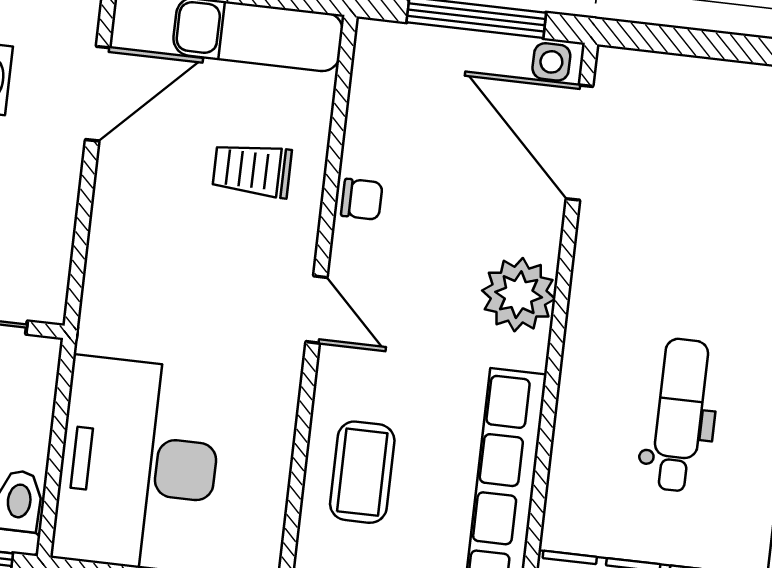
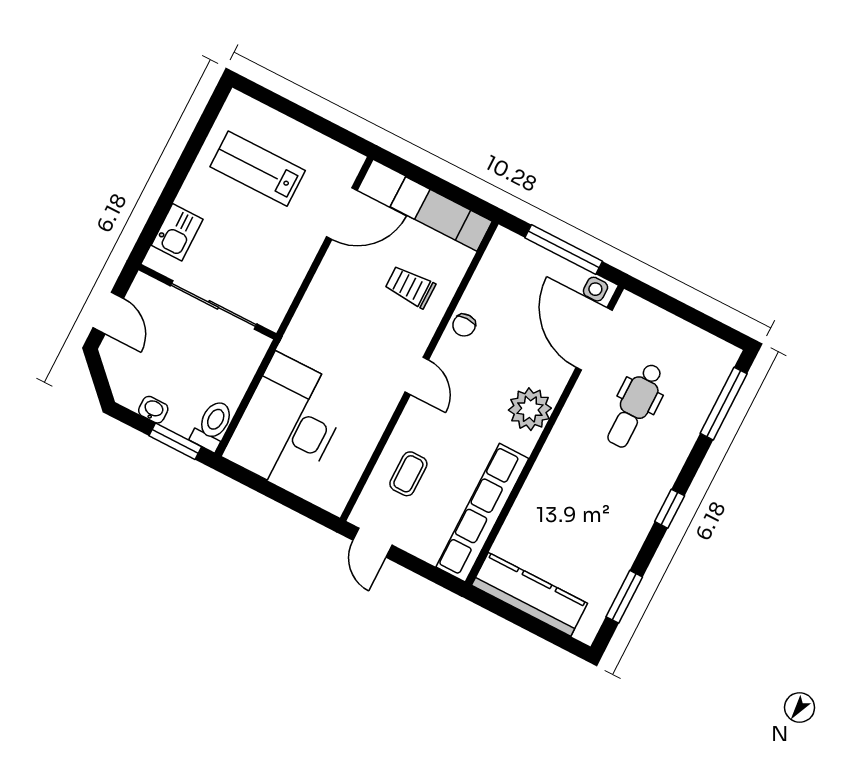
chair: (362, 199) -> (464, 325), turned 90
dental chair: (680, 415) -> (635, 405), moved, turned 180
coffee table: (362, 472) -> (408, 474), width x0.73, depth x0.77

